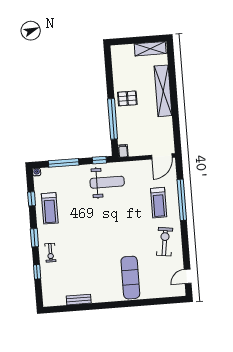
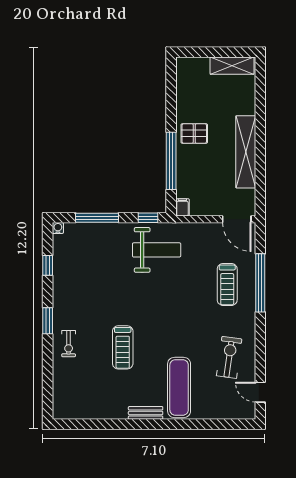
shelving: (163, 91) -> (246, 152), moved
door: (162, 156) -> (237, 219), hinge flipped
treadmill: (50, 208) -> (123, 347), moved
exercise bike: (165, 242) -> (229, 357), moved
window: (37, 272) -> (48, 369), removed
door: (188, 276) -> (260, 392), hinge flipped
bench: (79, 300) -> (146, 413), moved

